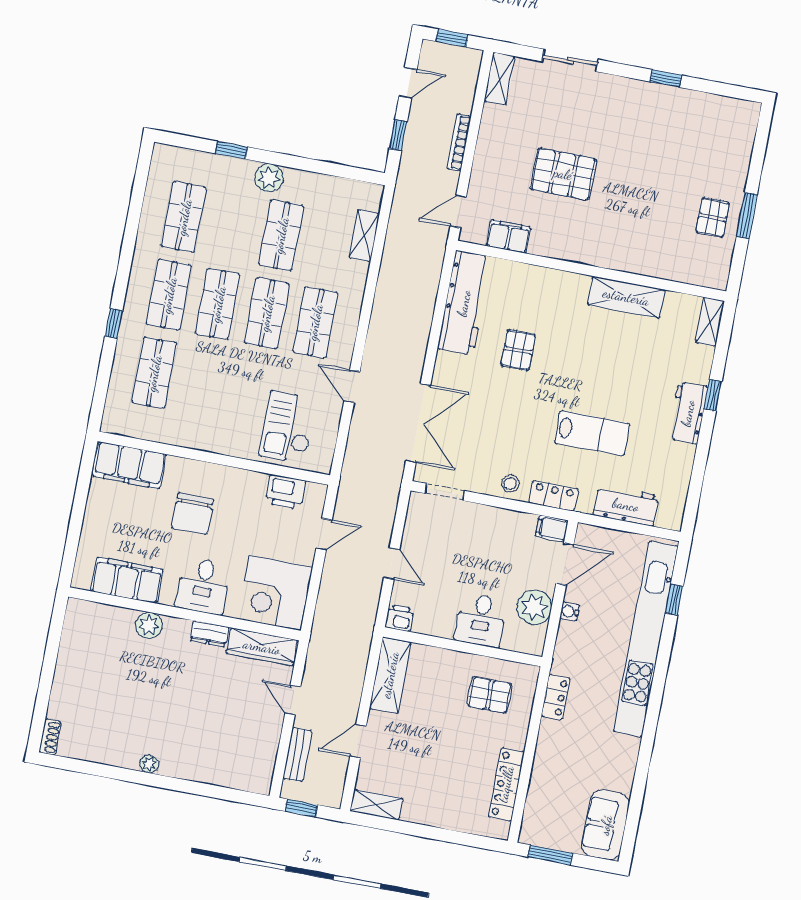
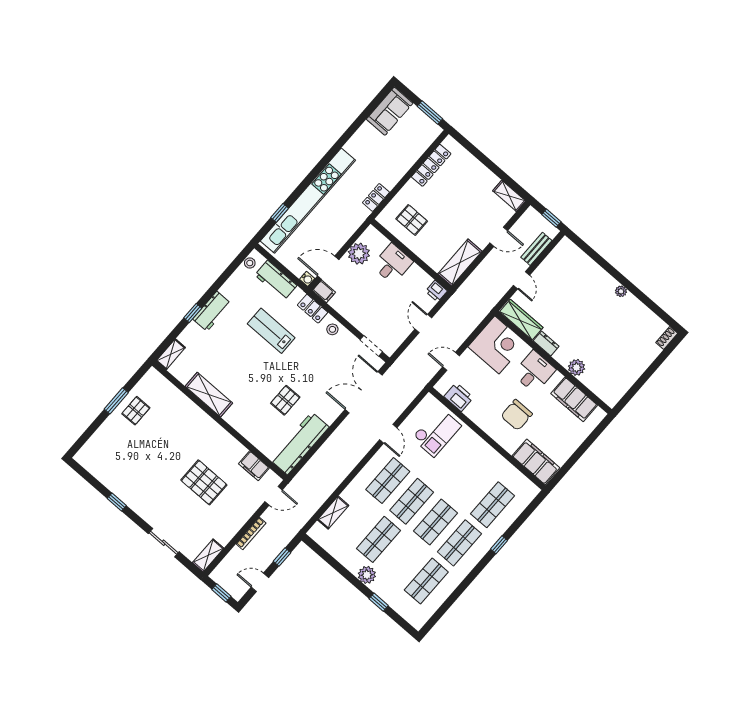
stool: (675, 508) -> (250, 263), added
chair: (193, 514) -> (517, 415), turned 180
water cooler: (570, 611) -> (307, 279), moved

